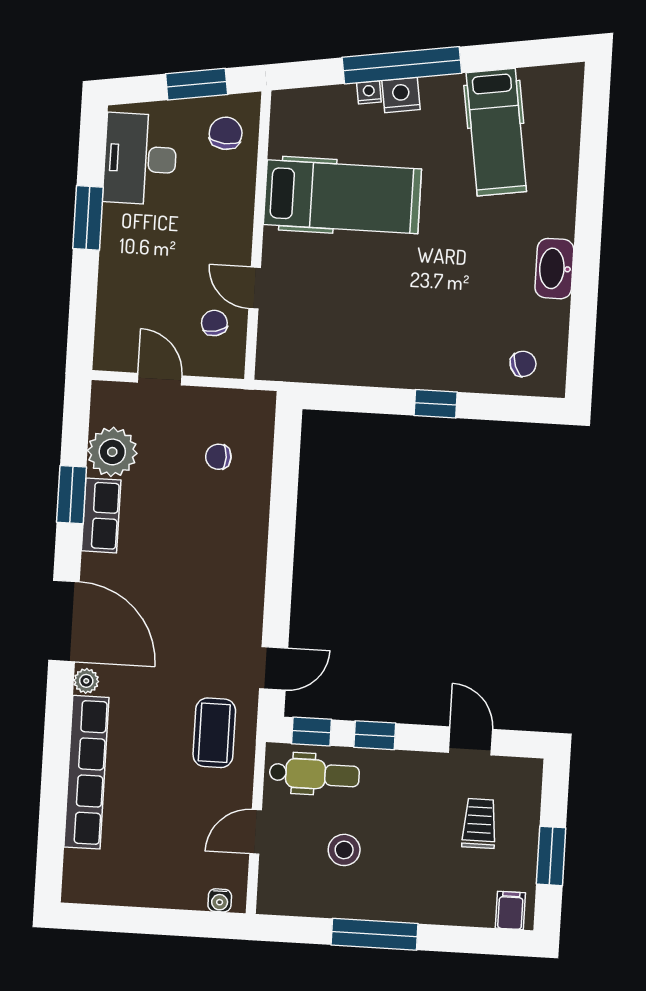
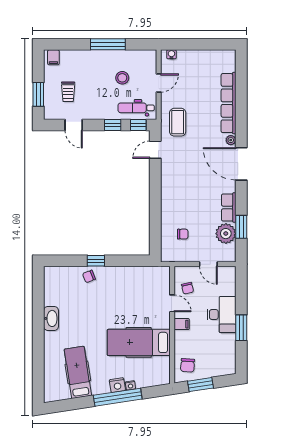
desk: (140, 159) -> (222, 314), moved
filing cabinet: (234, 236) -> (182, 324), added
chair: (523, 364) -> (89, 276), moved
window: (72, 495) -> (241, 227), moved
window: (551, 856) -> (38, 94), moved

